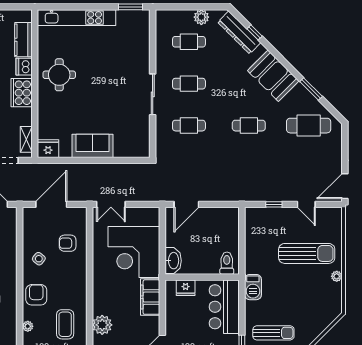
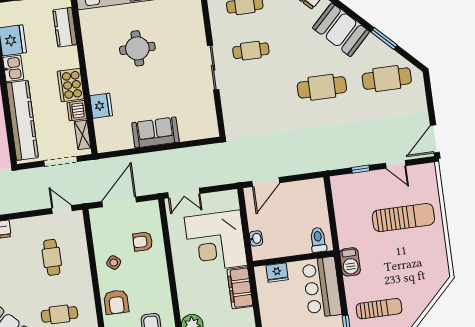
dishwasher: (24, 67) -> (77, 111), moved
round table: (59, 75) -> (137, 48), moved
cafe table: (189, 126) -> (257, 96), removed
cafe table: (249, 126) -> (322, 87), width x1.37, depth x1.35
fridge: (48, 149) -> (101, 106), moved, turned 90
washbasin: (173, 261) -> (256, 238), width x0.52, depth x0.69
plant: (337, 276) -> (439, 238), removed
armchair: (36, 295) -> (116, 302), turned 180

